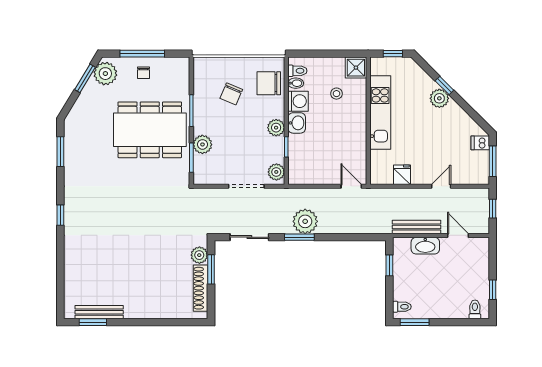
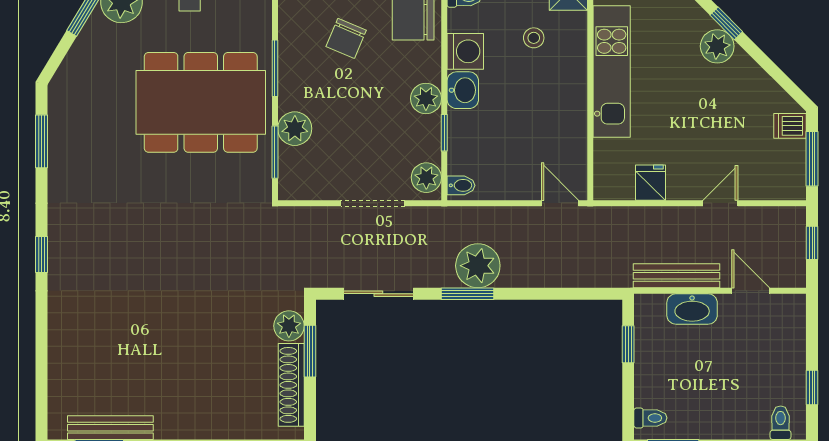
bidet: (296, 83) -> (461, 185), moved

